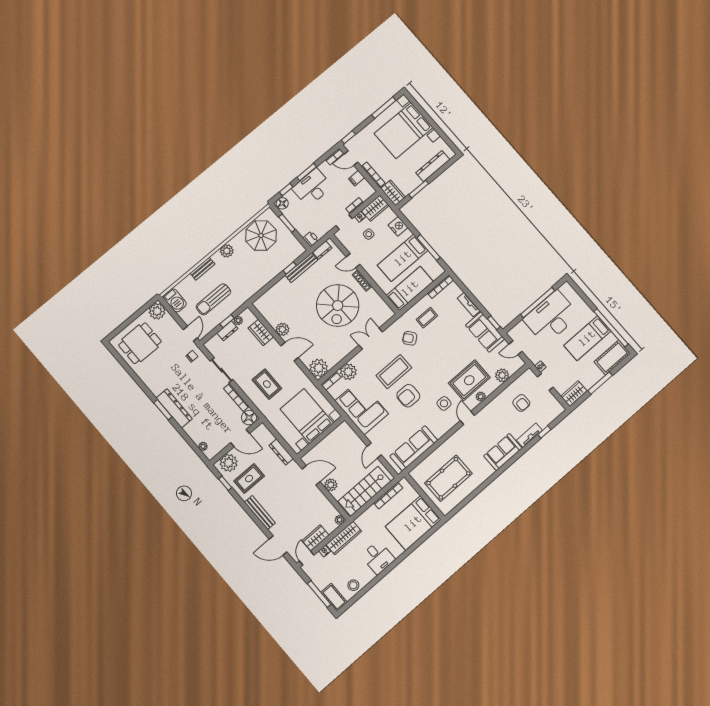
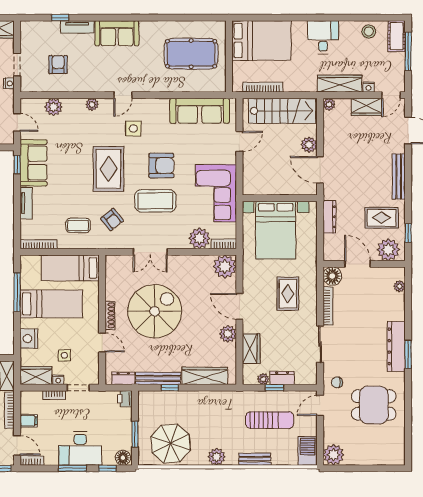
wardrobe: (275, 293) -> (205, 376), added
dining table: (140, 343) -> (374, 405), moved
rug: (469, 380) -> (108, 169), moved, turned 90

